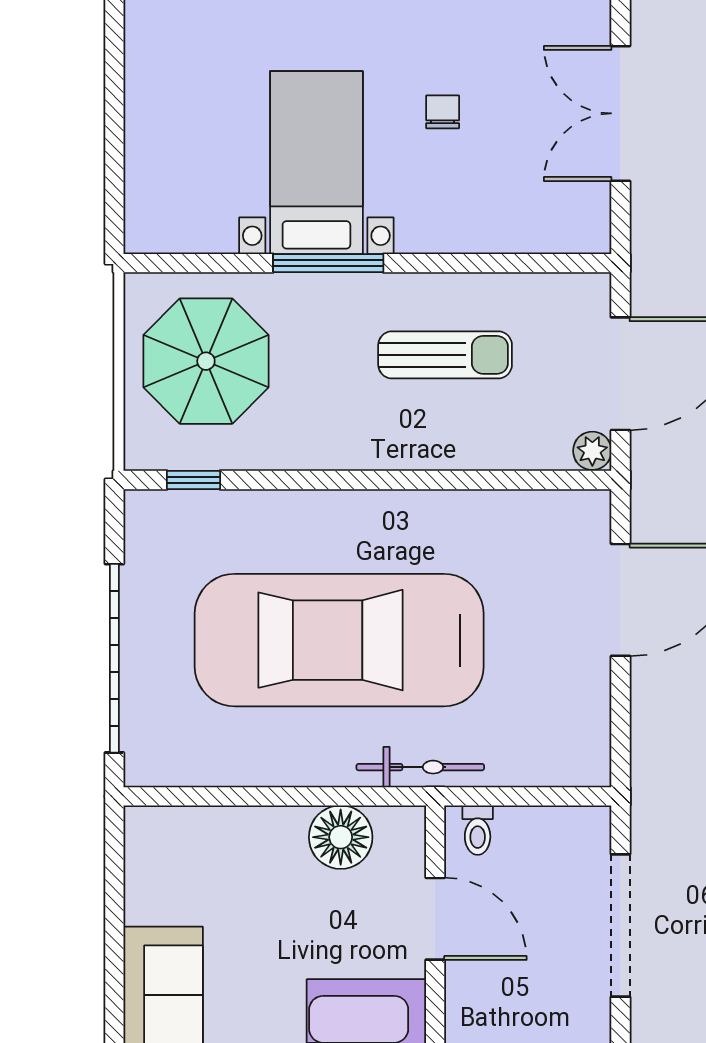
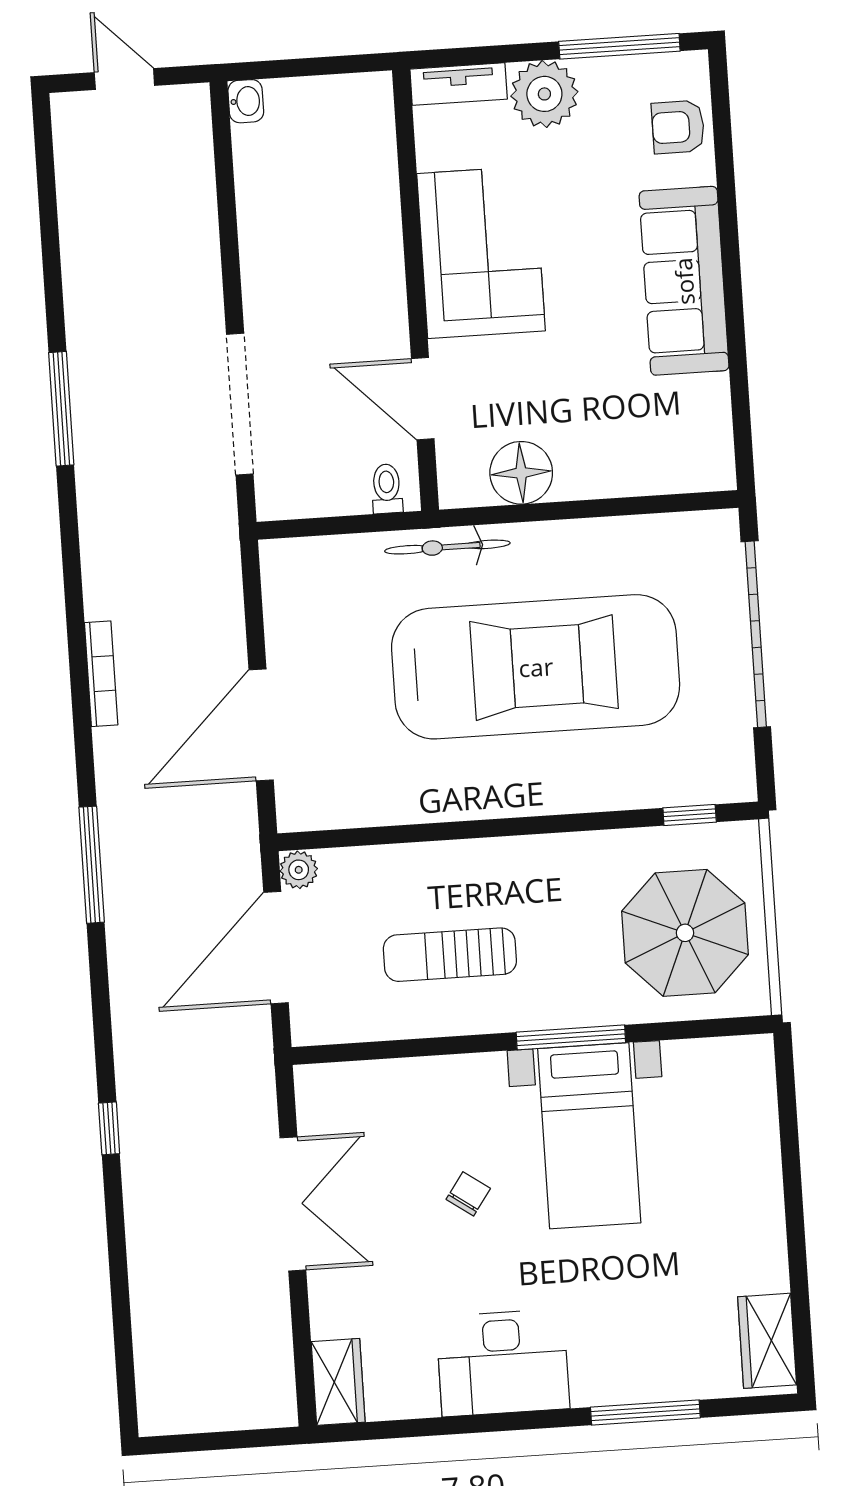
chair: (443, 112) -> (468, 1194), turned -145

